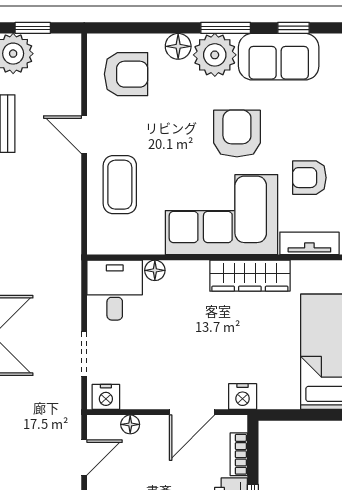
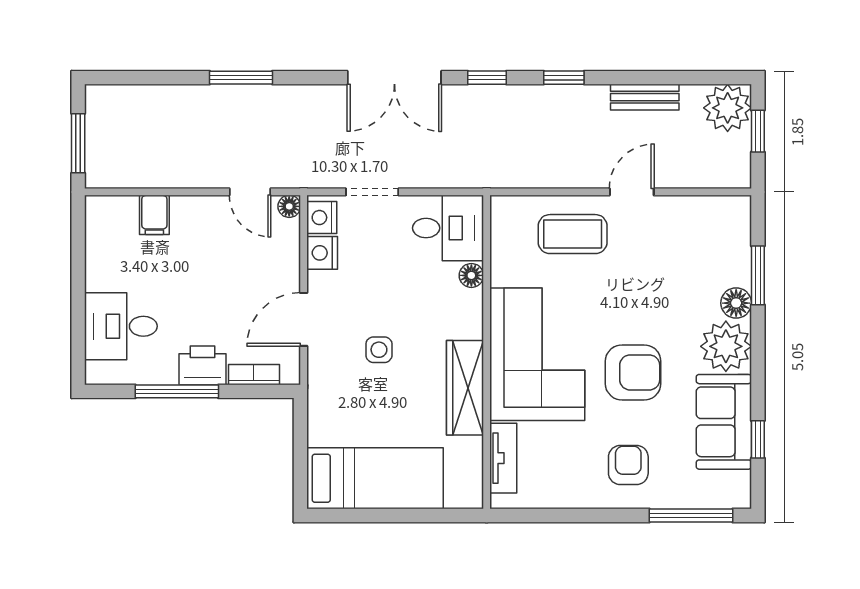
window: (226, 28) -> (758, 275), moved
armchair: (126, 74) -> (703, 241), removed
armchair: (309, 178) -> (628, 465), moved
side table: (218, 349) -> (379, 350), added
nightstand: (243, 397) -> (322, 253), moved
door: (192, 412) -> (304, 319), hinge flipped
floor lamp: (130, 424) -> (289, 206), moved

